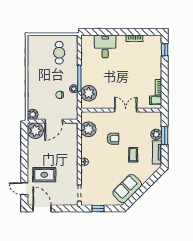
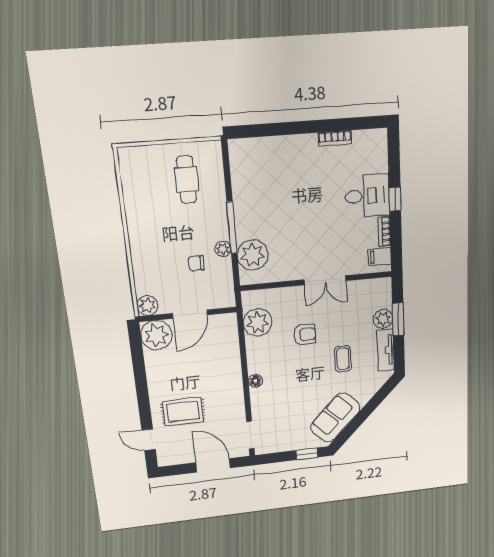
desk: (105, 46) -> (367, 196), moved, turned 90
window: (165, 50) -> (395, 199), moved
double door: (126, 110) -> (325, 280), swing flipped
door: (42, 208) -> (213, 465), moved
window: (98, 208) -> (307, 454), moved

